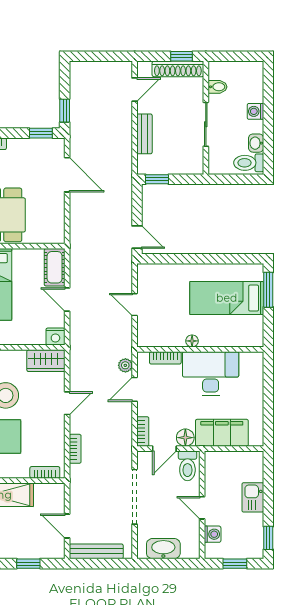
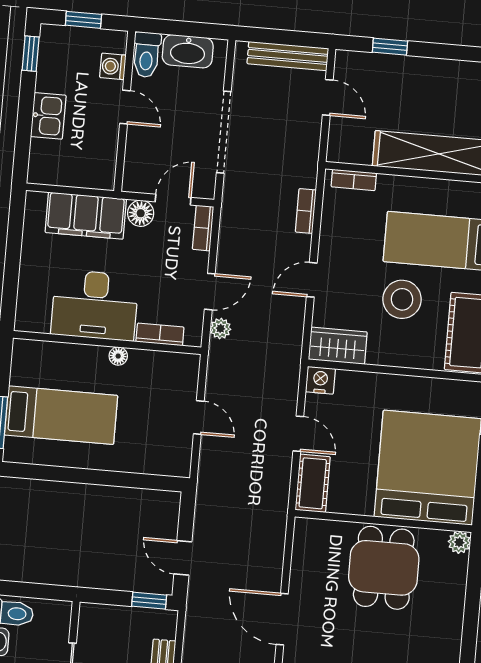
door: (137, 237) -> (183, 558), moved
toilet: (187, 466) -> (146, 55), moved, turned 180

